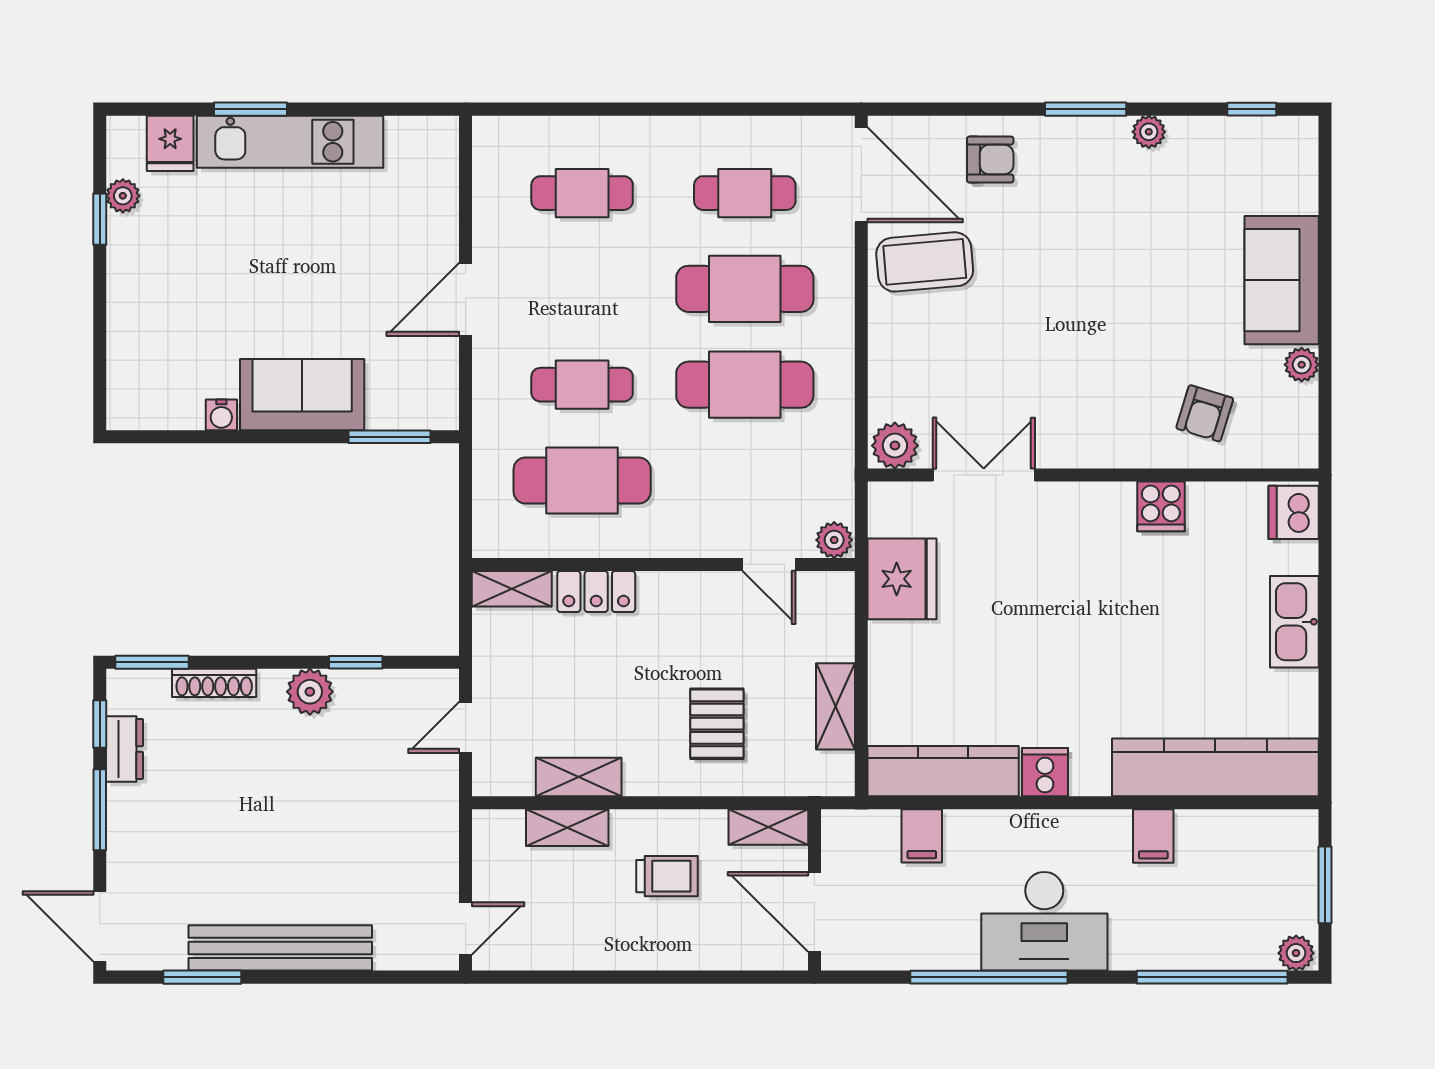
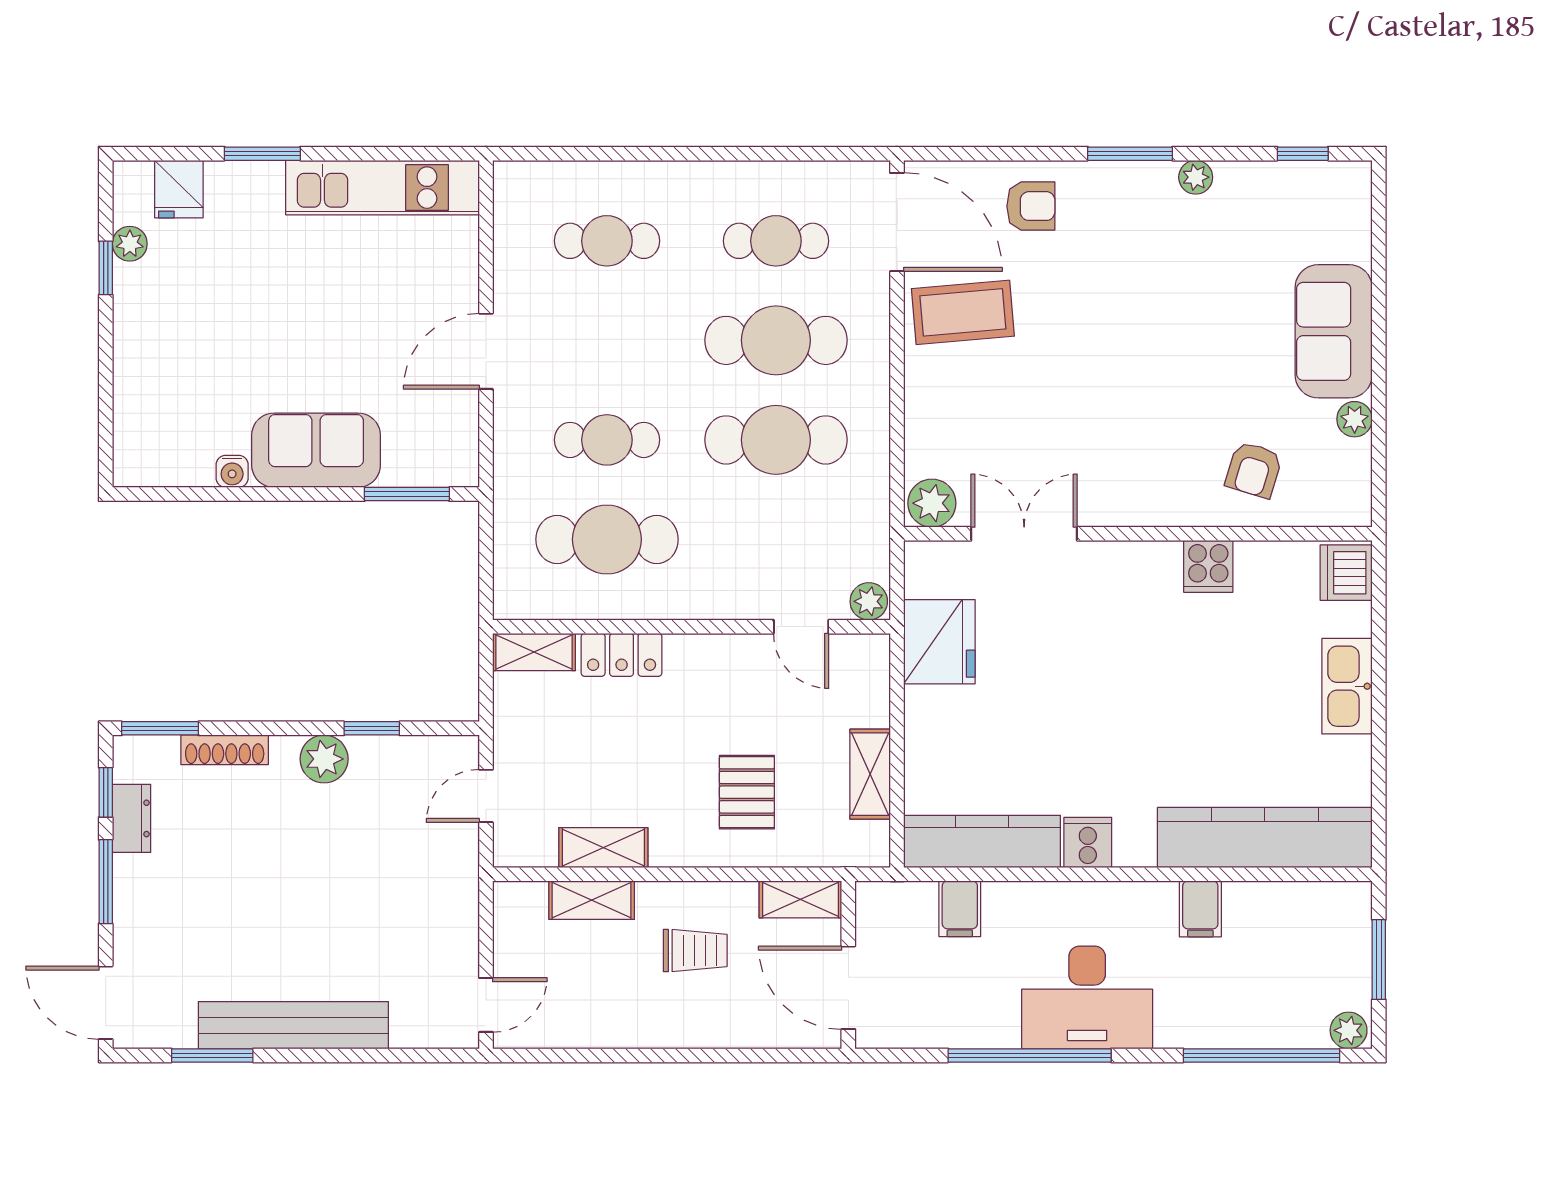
kitchen unit: (290, 142) -> (382, 188), moved

